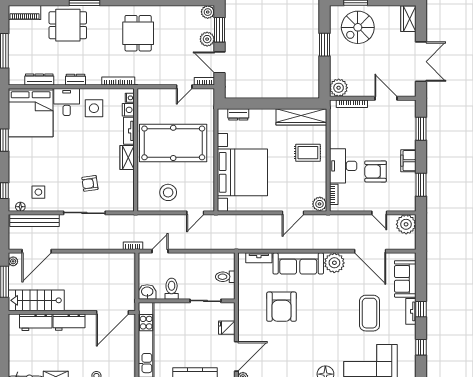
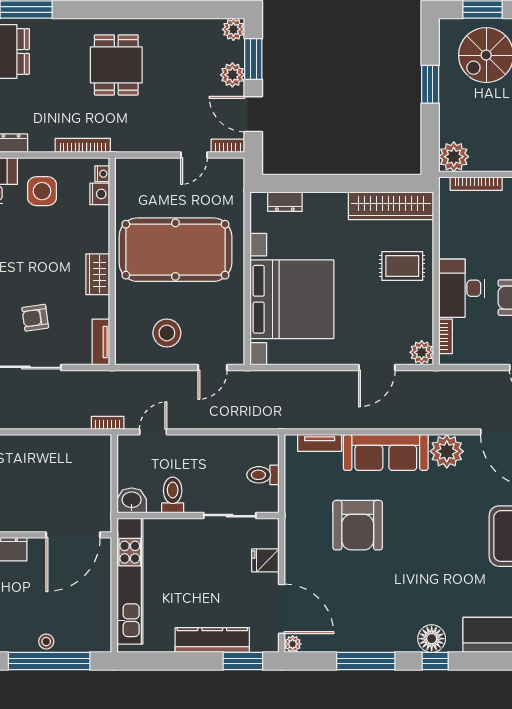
tv unit: (129, 131) -> (101, 342), moved
door: (236, 356) -> (282, 609), hinge flipped

